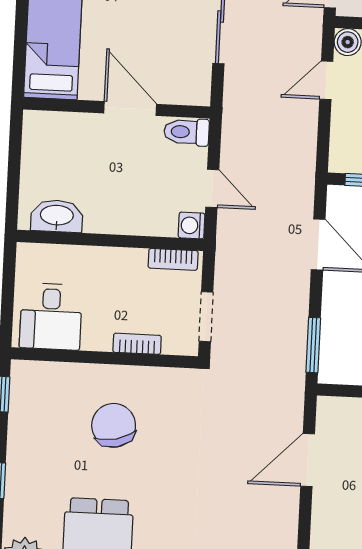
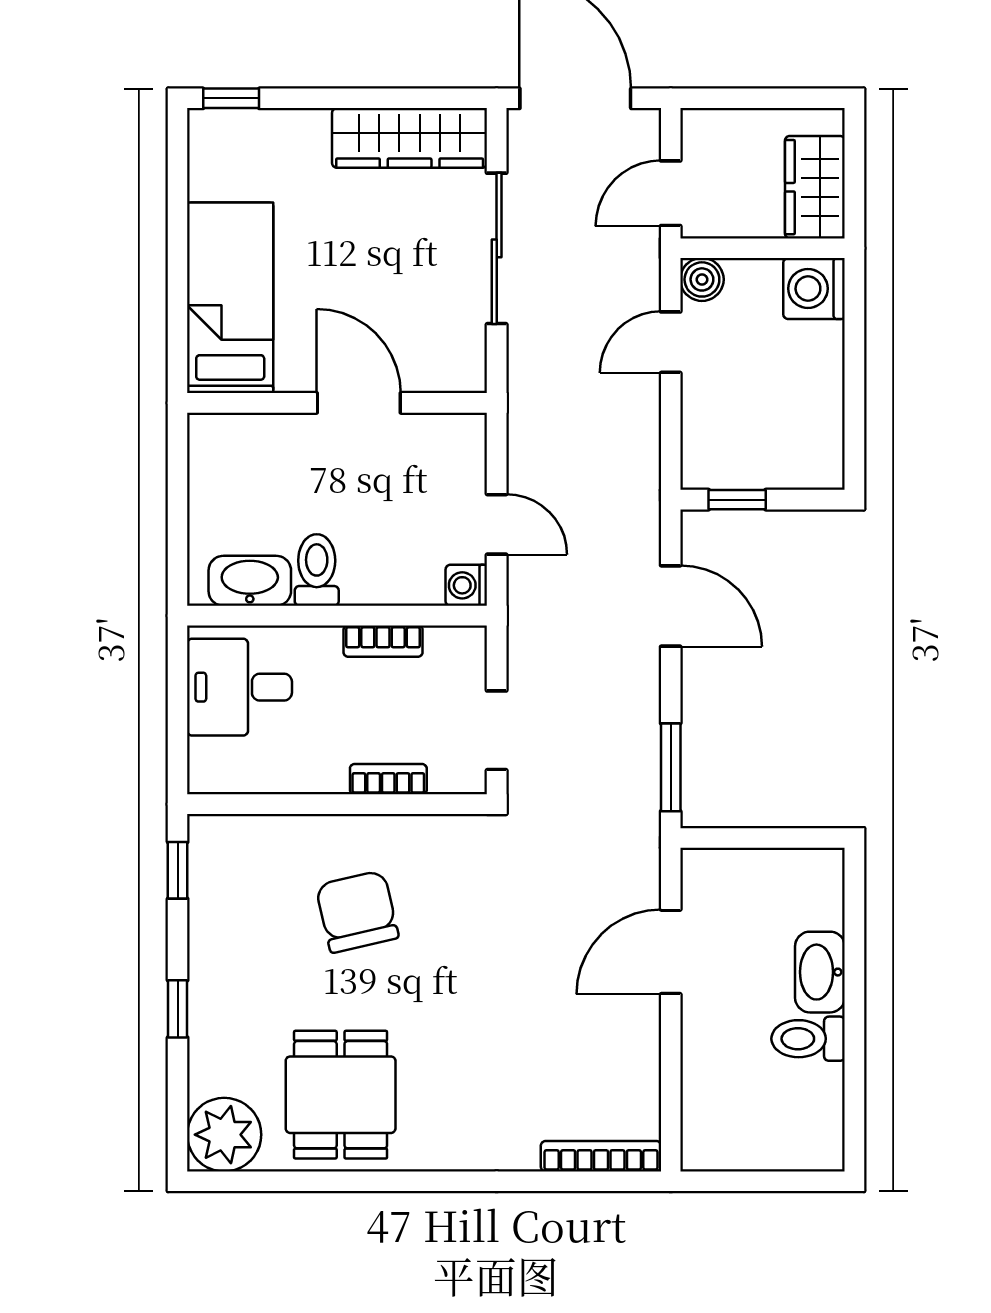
toilet: (187, 132) -> (317, 570), moved, turned 90
bookcase: (173, 259) -> (383, 641), moved
desk: (51, 317) -> (240, 687), moved, turned 90

